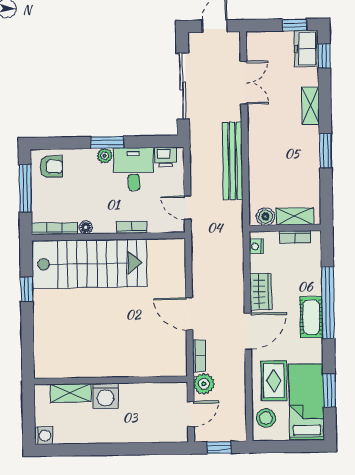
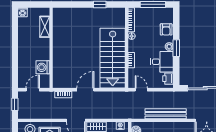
armchair: (51, 167) -> (166, 29), moved
door: (188, 208) -> (141, 90), hinge flipped
stairs: (89, 264) -> (113, 58), moved
plant: (204, 384) -> (48, 97), removed
washing machine: (105, 396) -> (43, 67), moved
door: (191, 414) -> (33, 90), swing flipped

